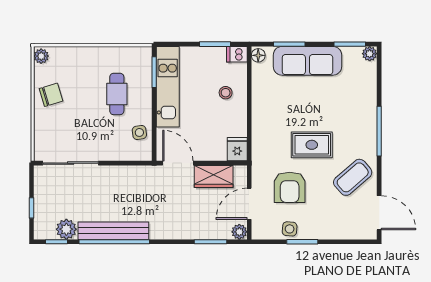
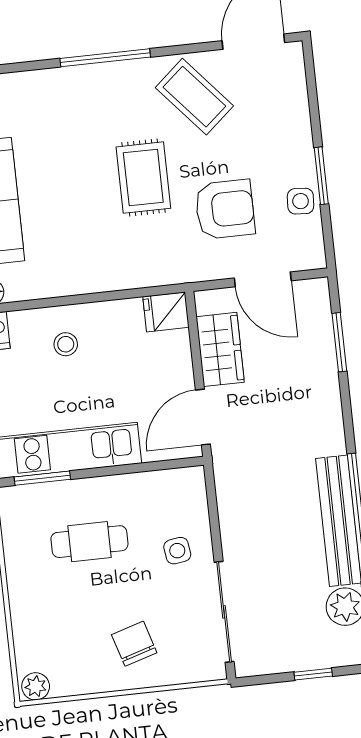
chair: (51, 95) -> (134, 644), moved
side table: (139, 132) -> (177, 551), moved
plant: (239, 232) -> (316, 292), removed

